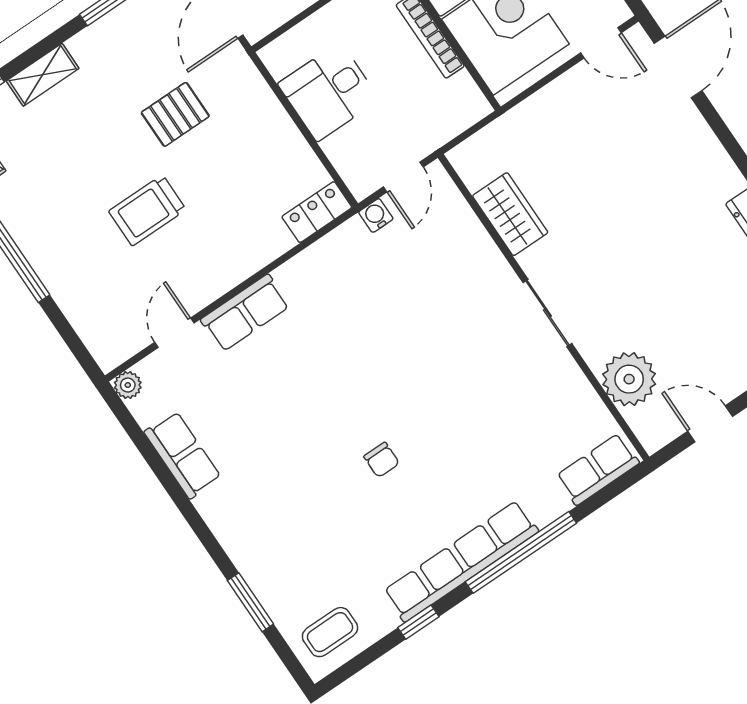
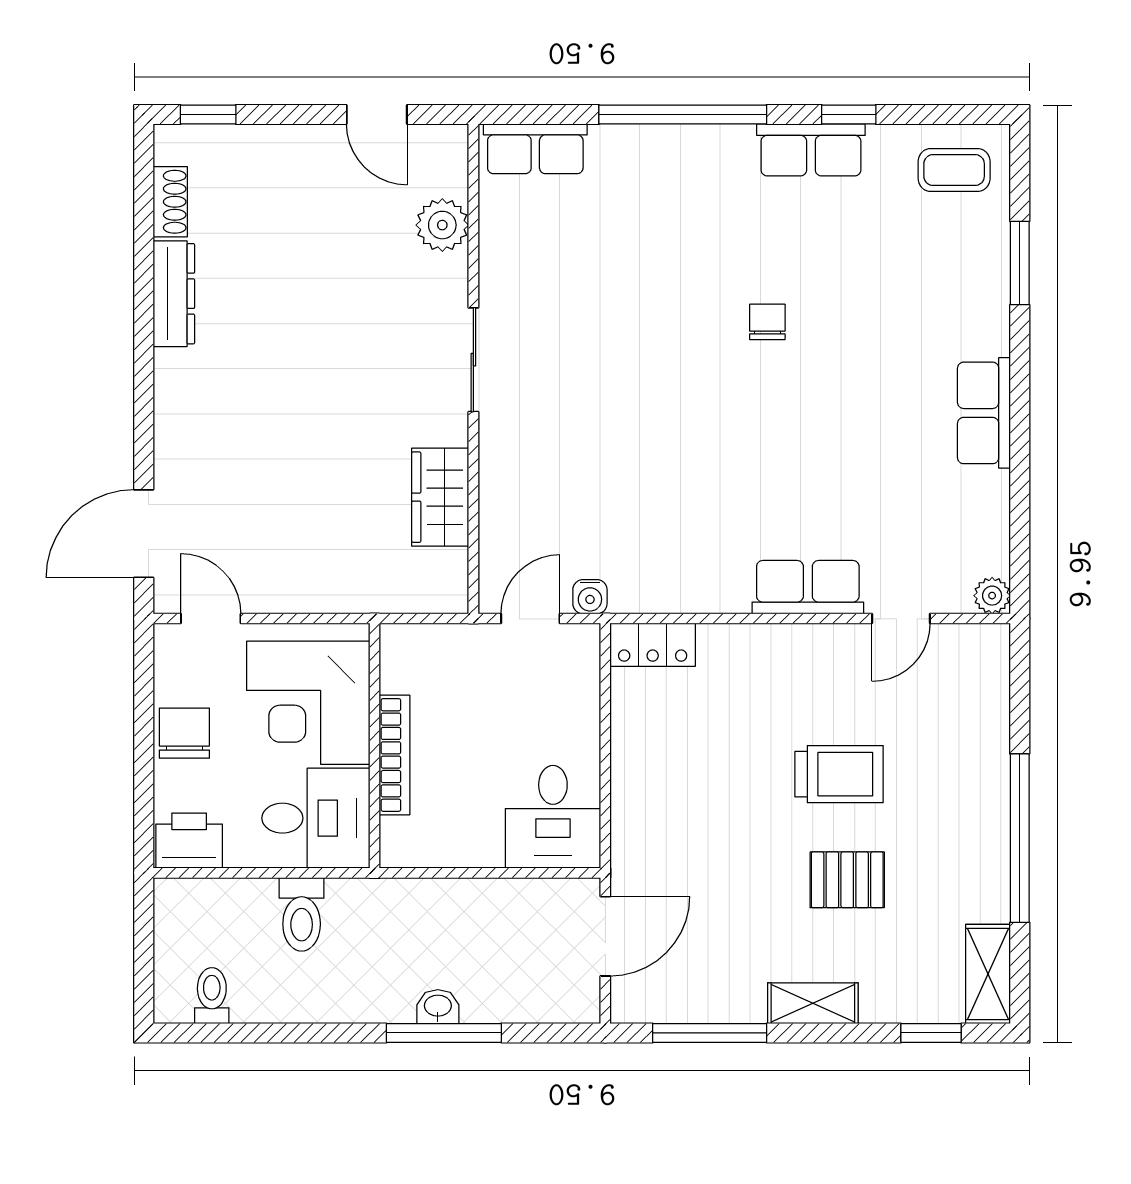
shelving: (43, 75) -> (813, 1003), moved
desk: (329, 92) -> (553, 817), moved, turned 90
pallet: (175, 114) -> (847, 880), moved
plant: (629, 379) -> (442, 225), width x0.73, depth x0.73
row of seats: (183, 455) -> (984, 413), moved
row of seats: (461, 561) -> (811, 150), width x0.50

